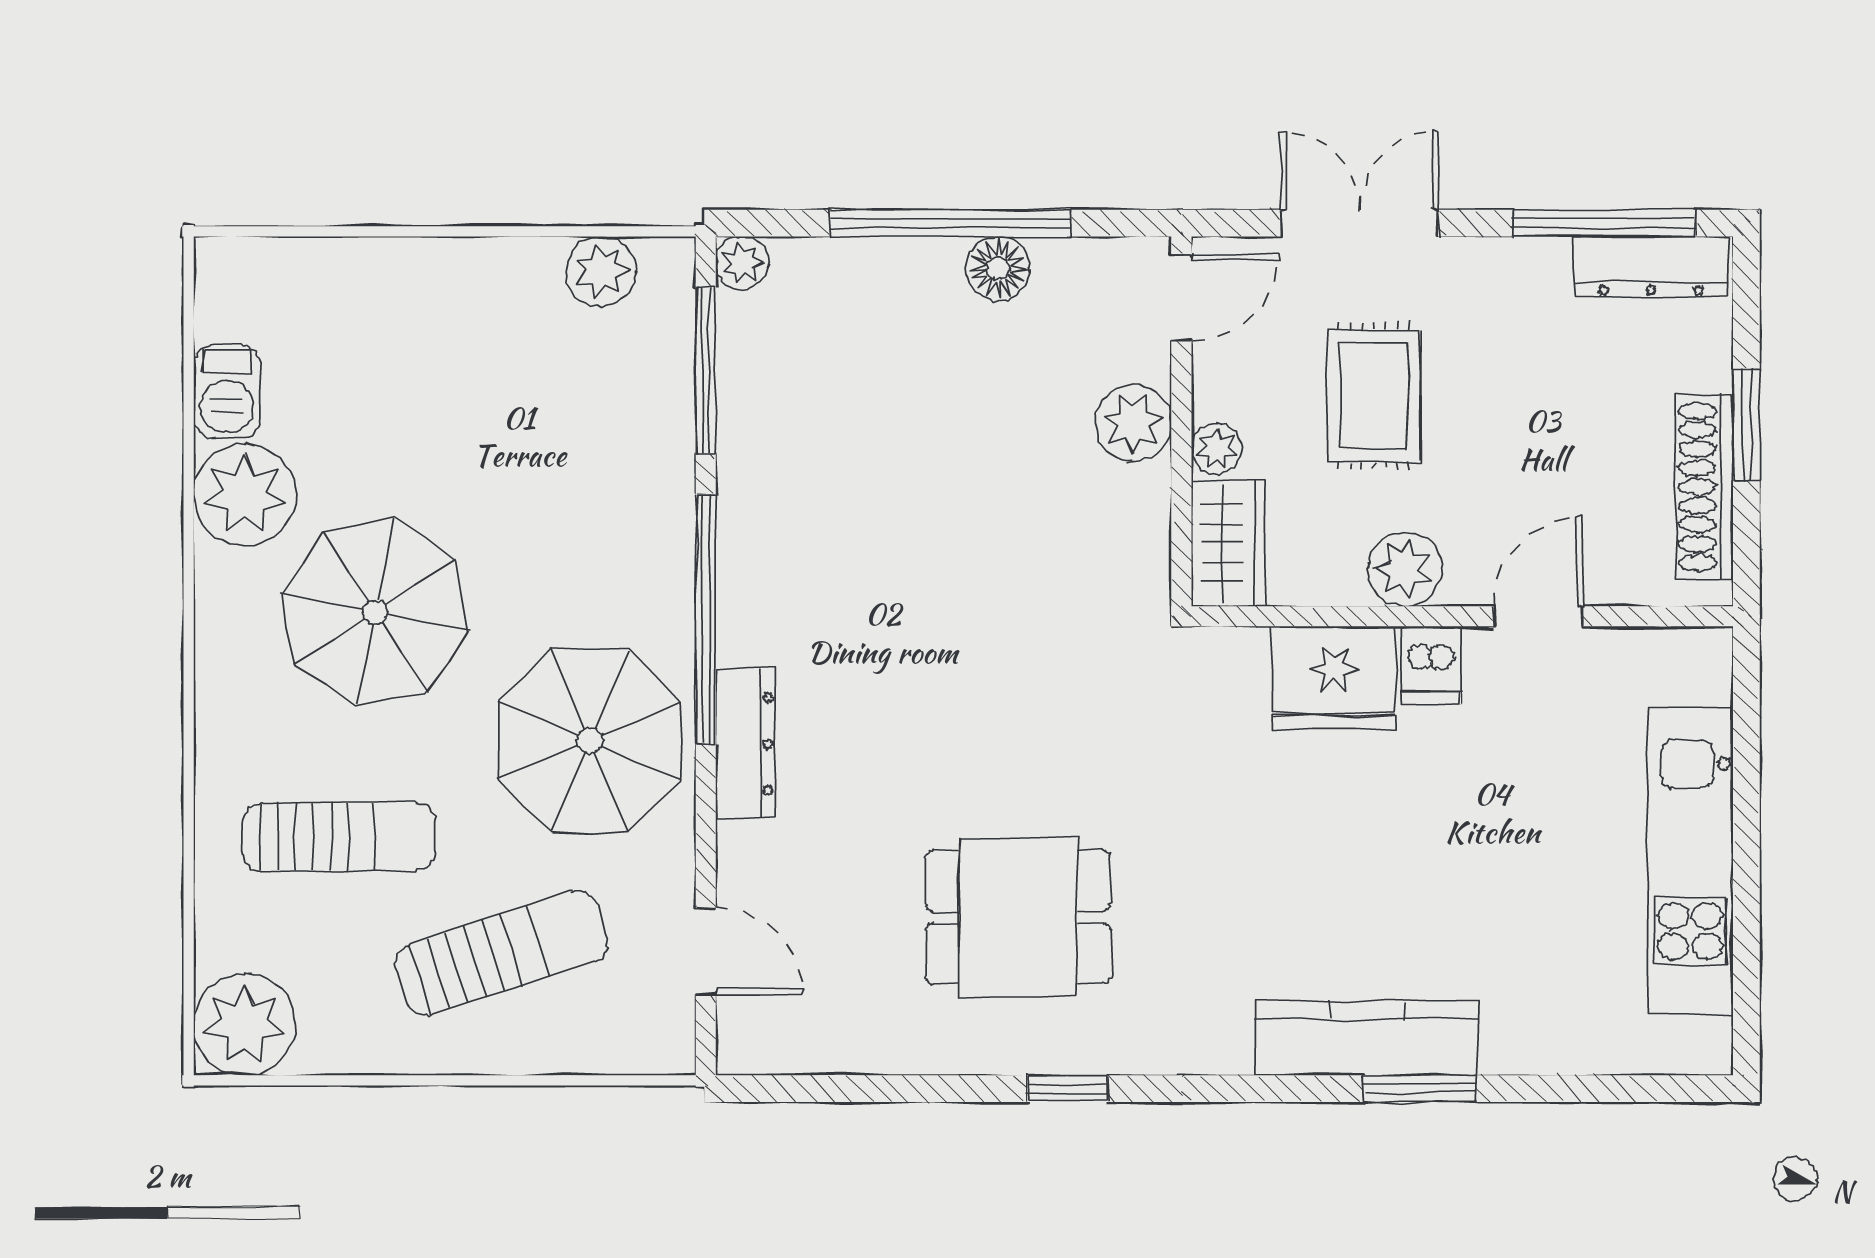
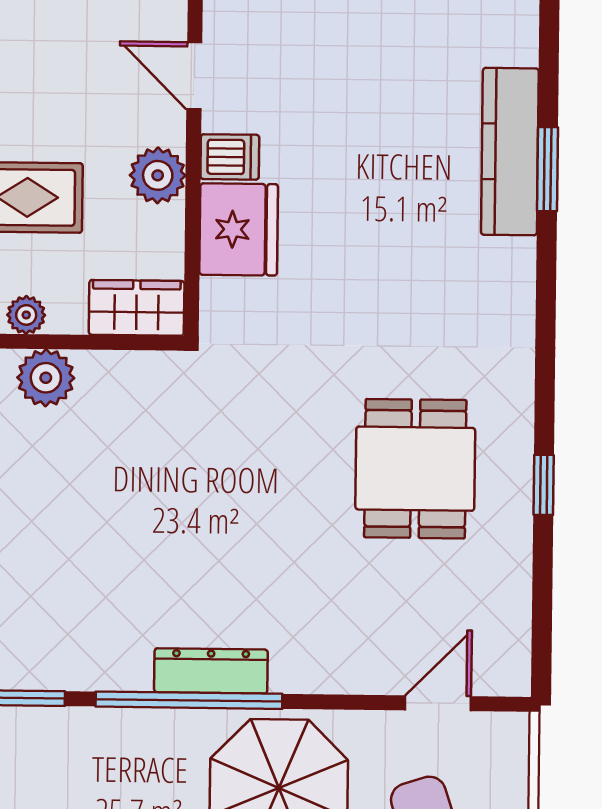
plant: (1217, 449) -> (26, 315), moved
dresser: (745, 744) -> (211, 671), moved
kitchen counter: (1367, 1038) -> (510, 152), moved
window: (1067, 1089) -> (544, 485), moved

